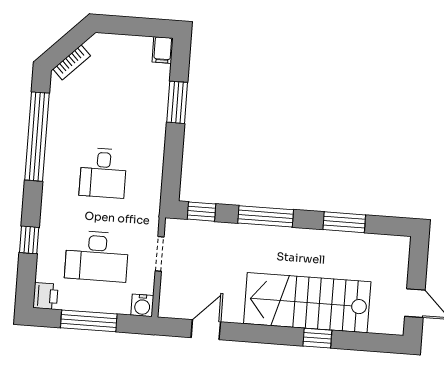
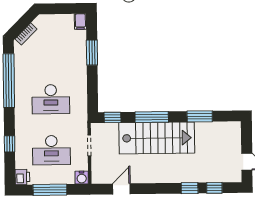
desk: (103, 173) -> (51, 99), width x1.37
stairs: (307, 303) -> (157, 138), moved, turned 180
window: (358, 341) -> (214, 188), added

